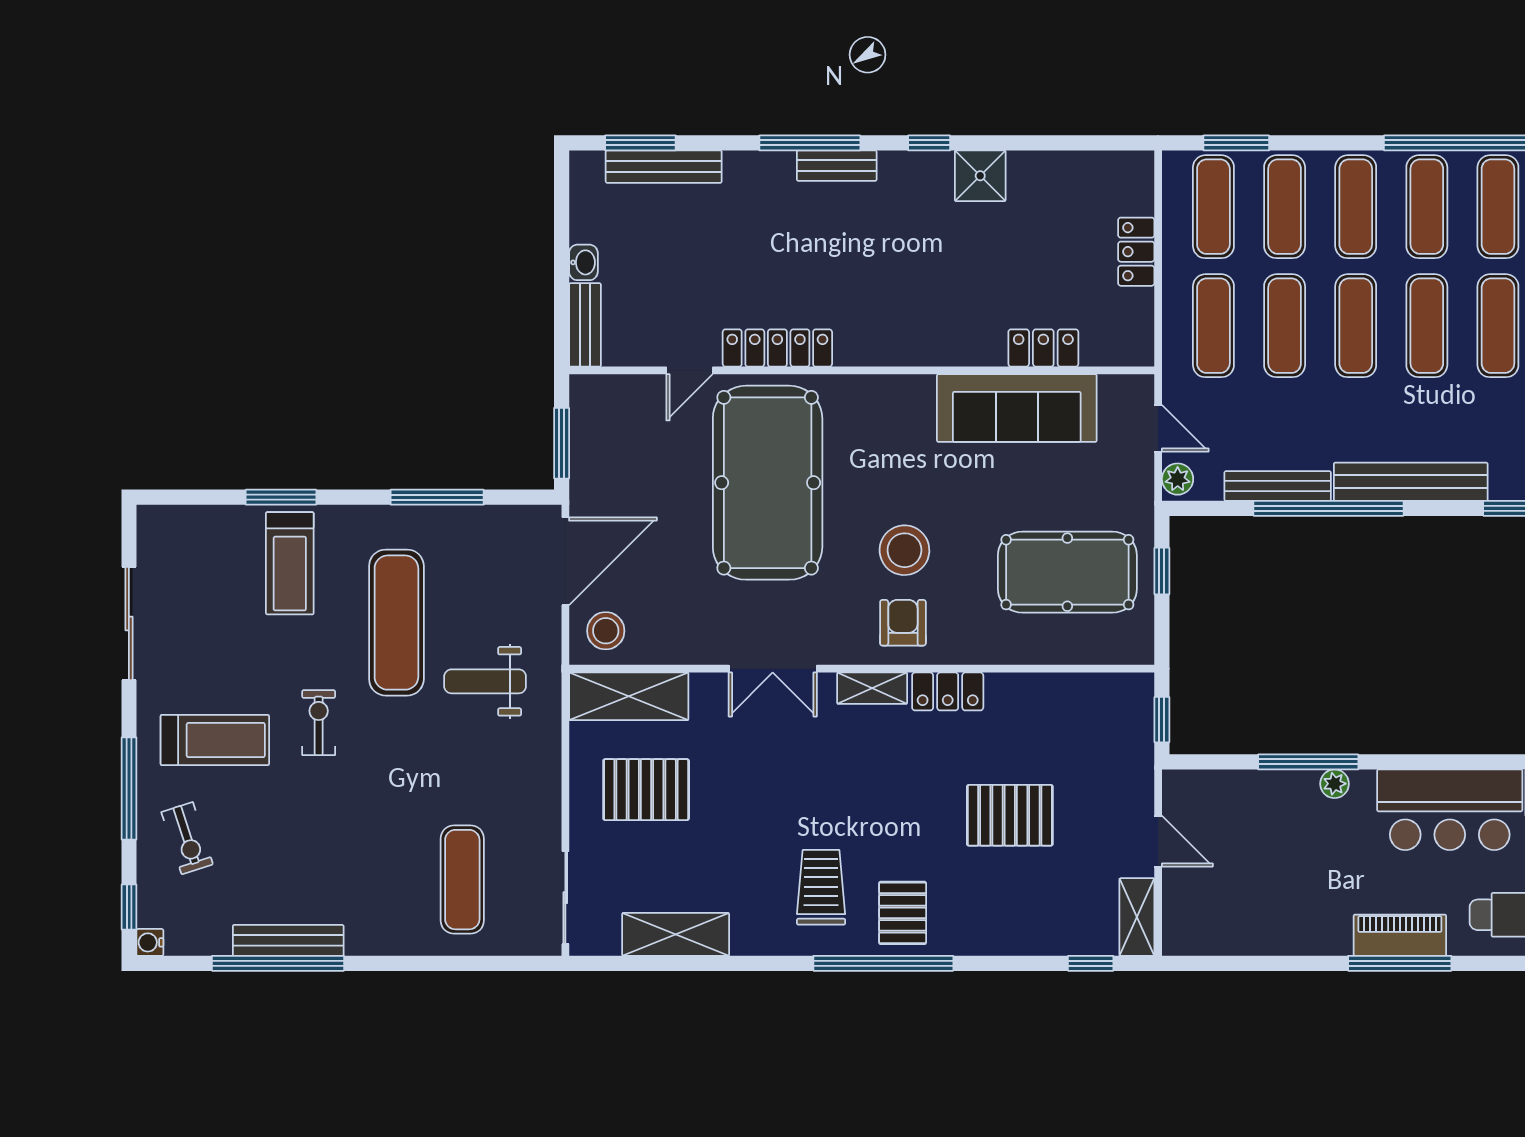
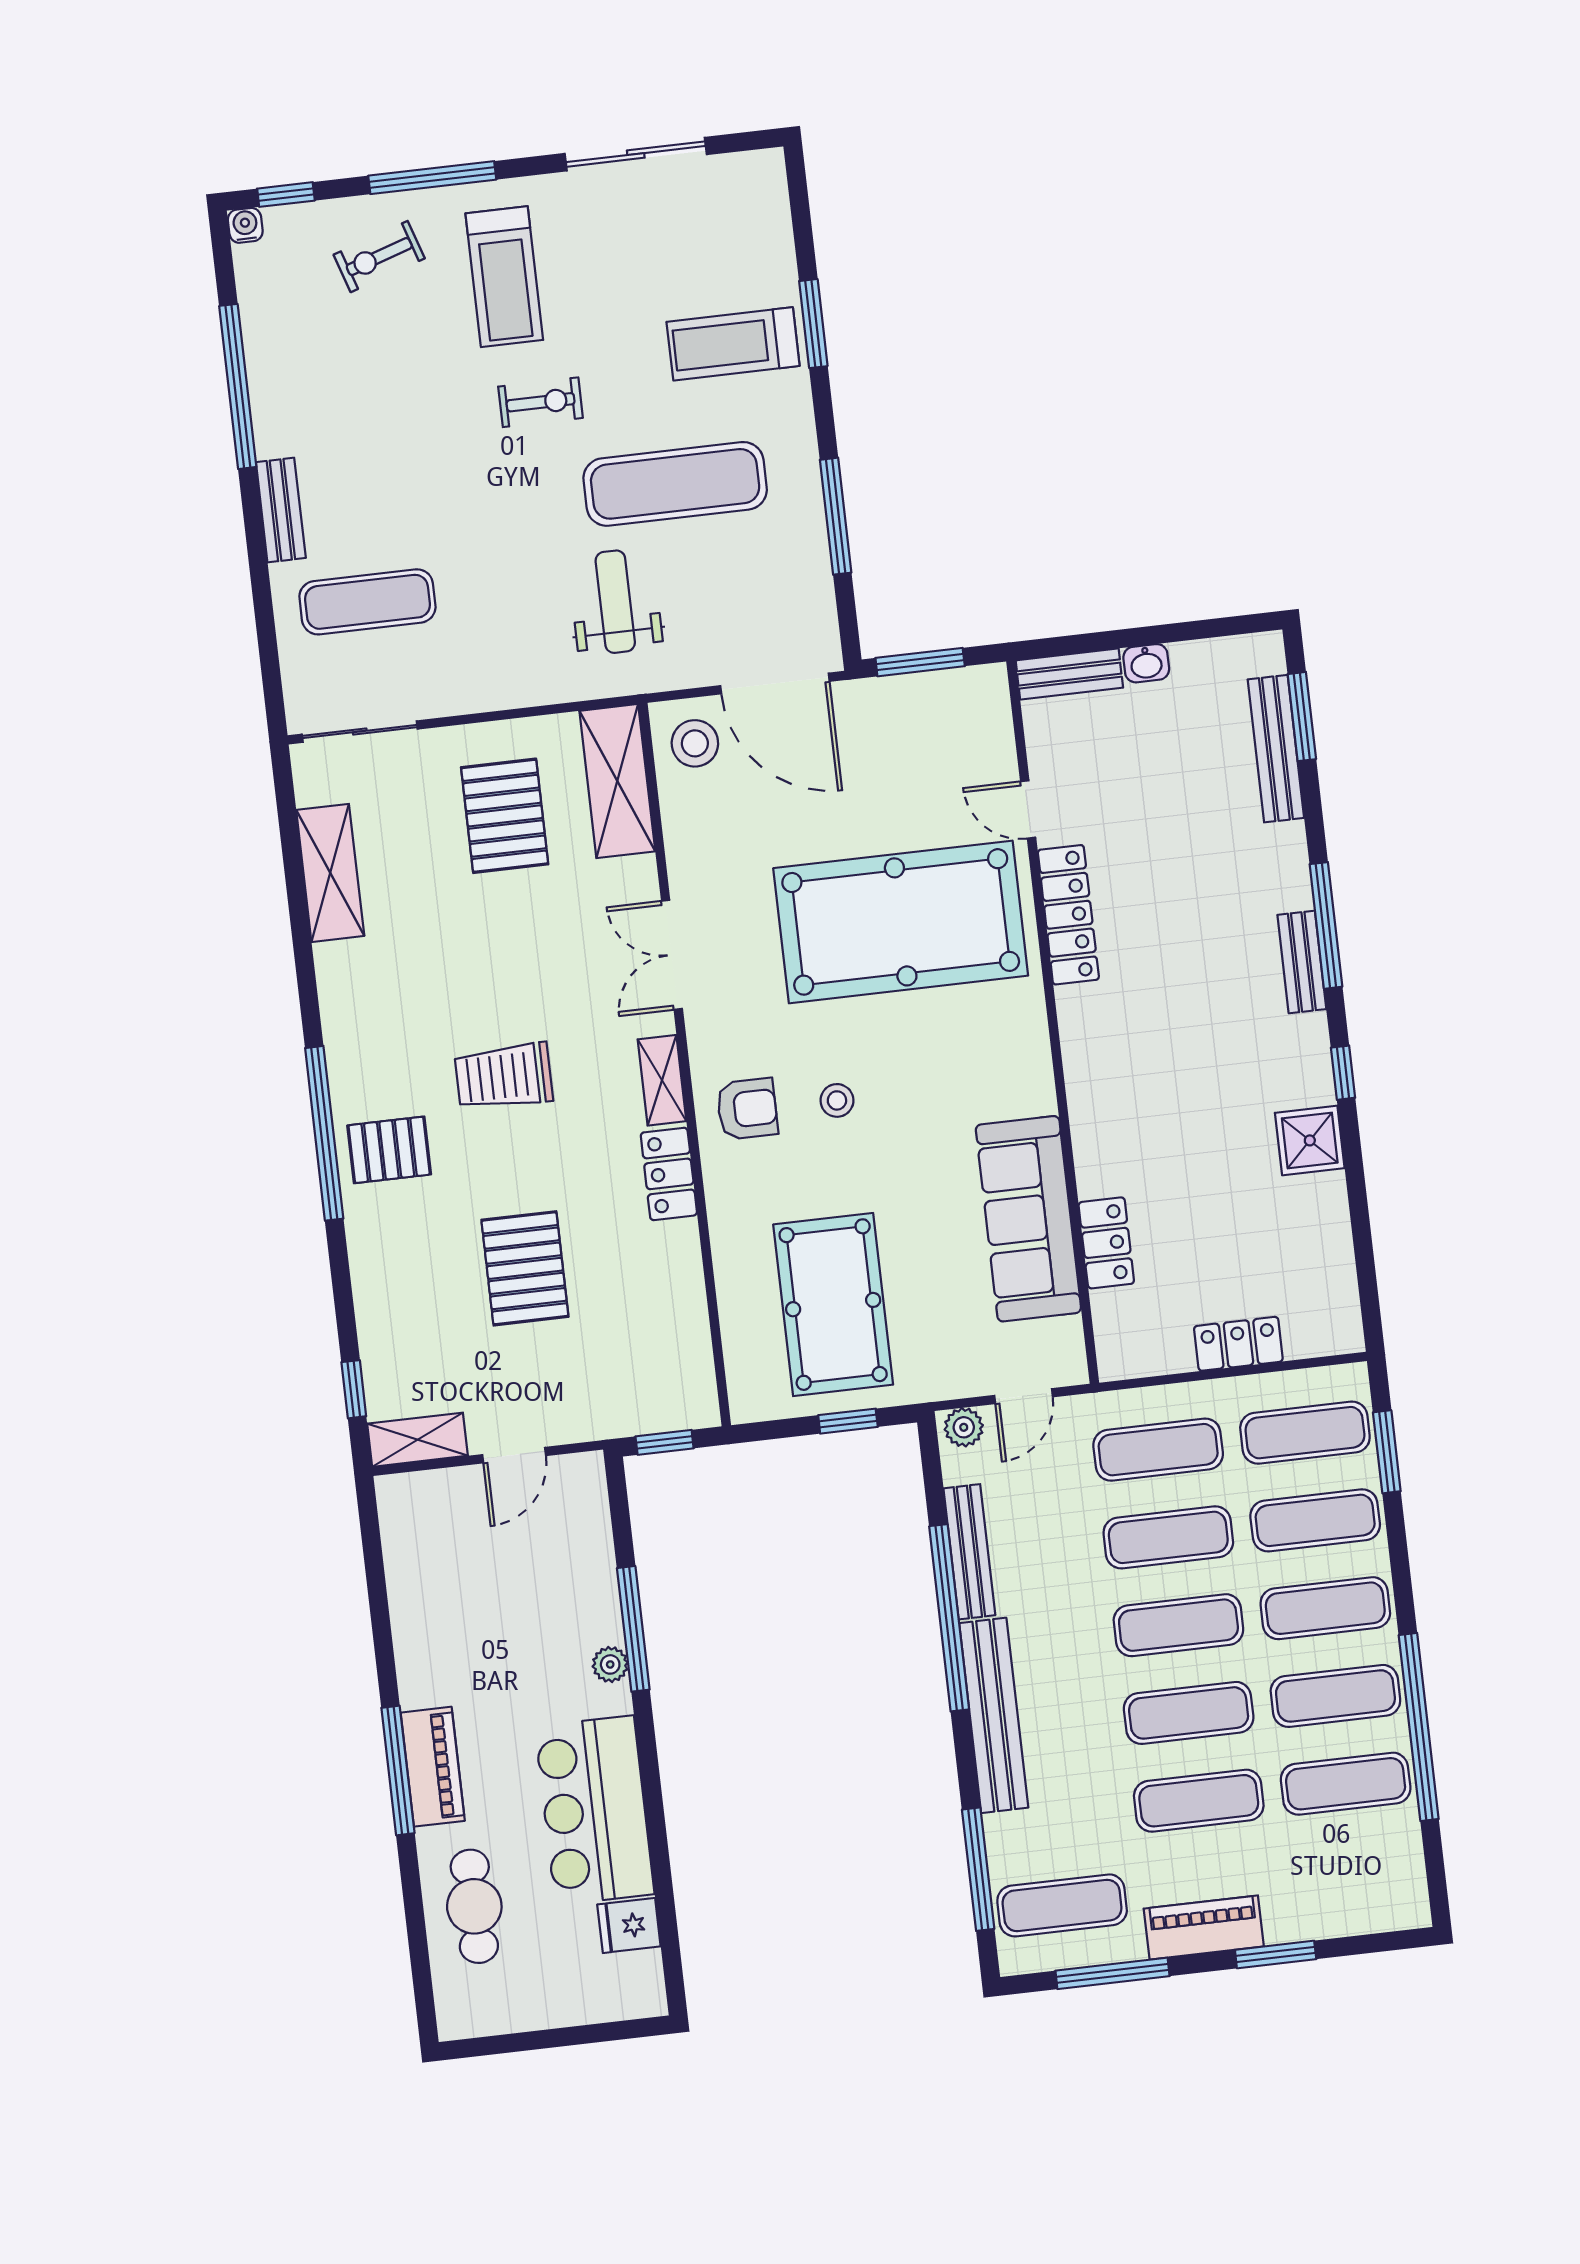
stool: (904, 550) -> (837, 1100), width x0.53, depth x0.53
trolley: (821, 887) -> (504, 1076), moved, turned 180
bench: (288, 940) -> (281, 510), moved, width x0.73

